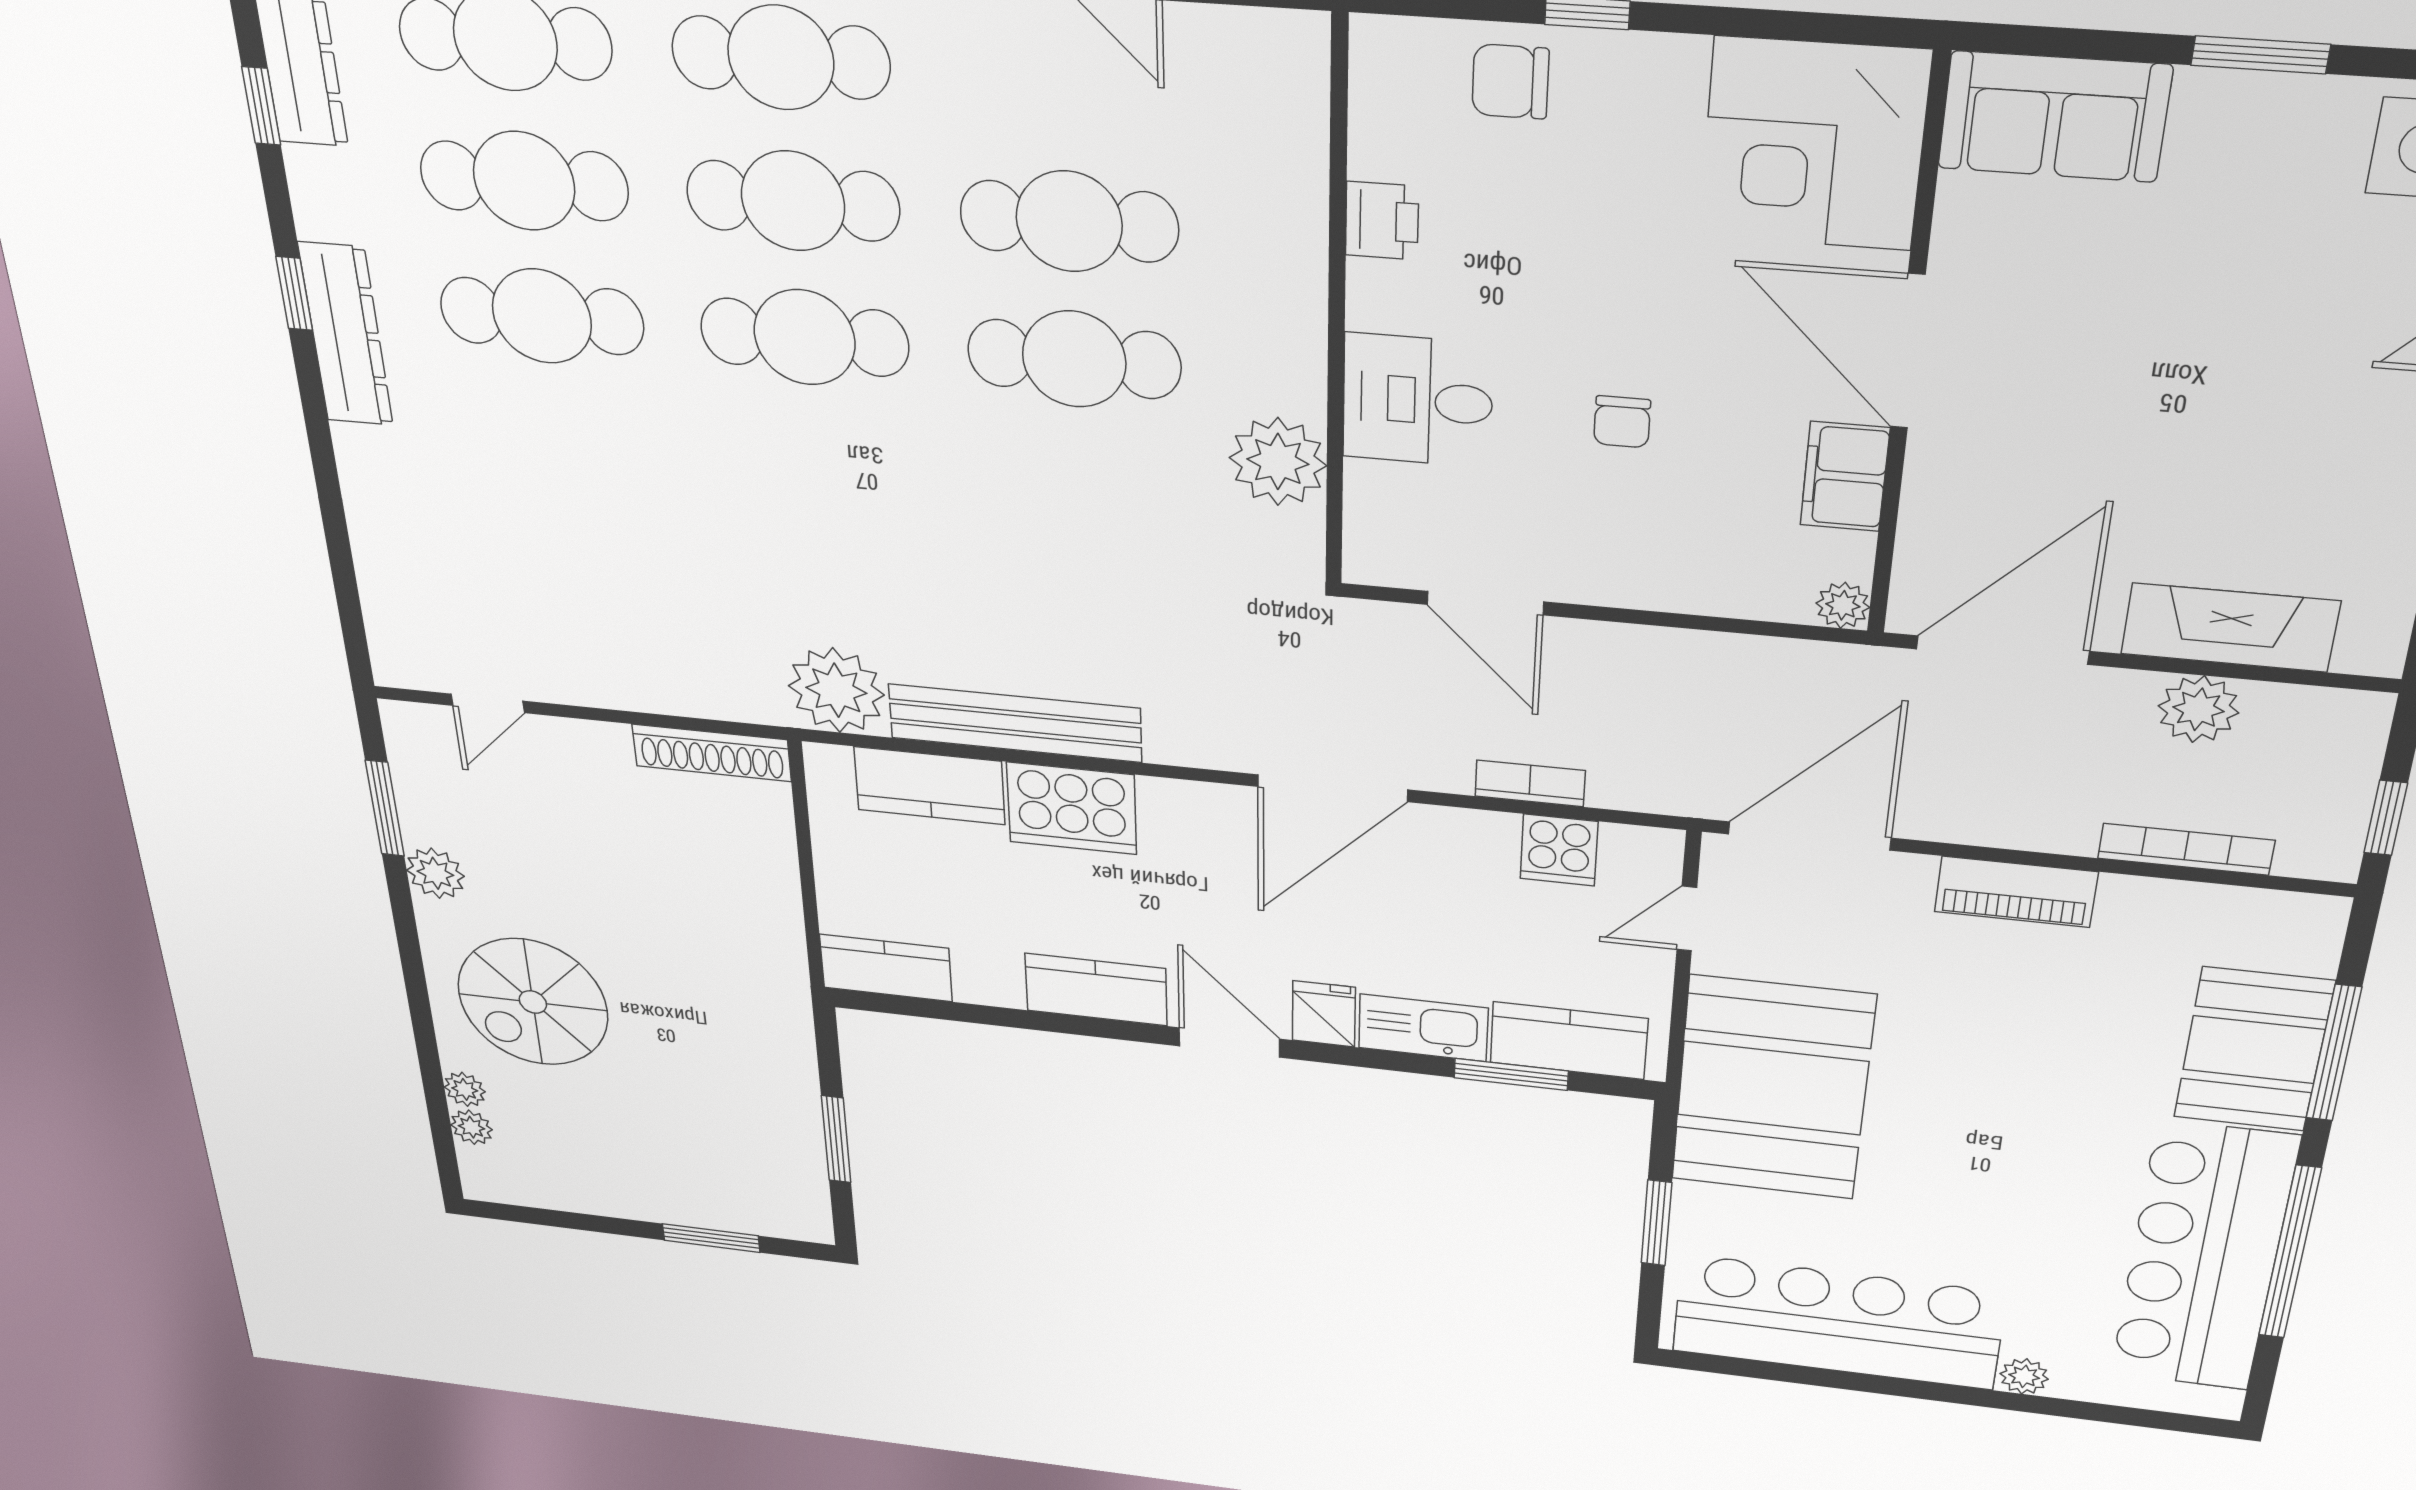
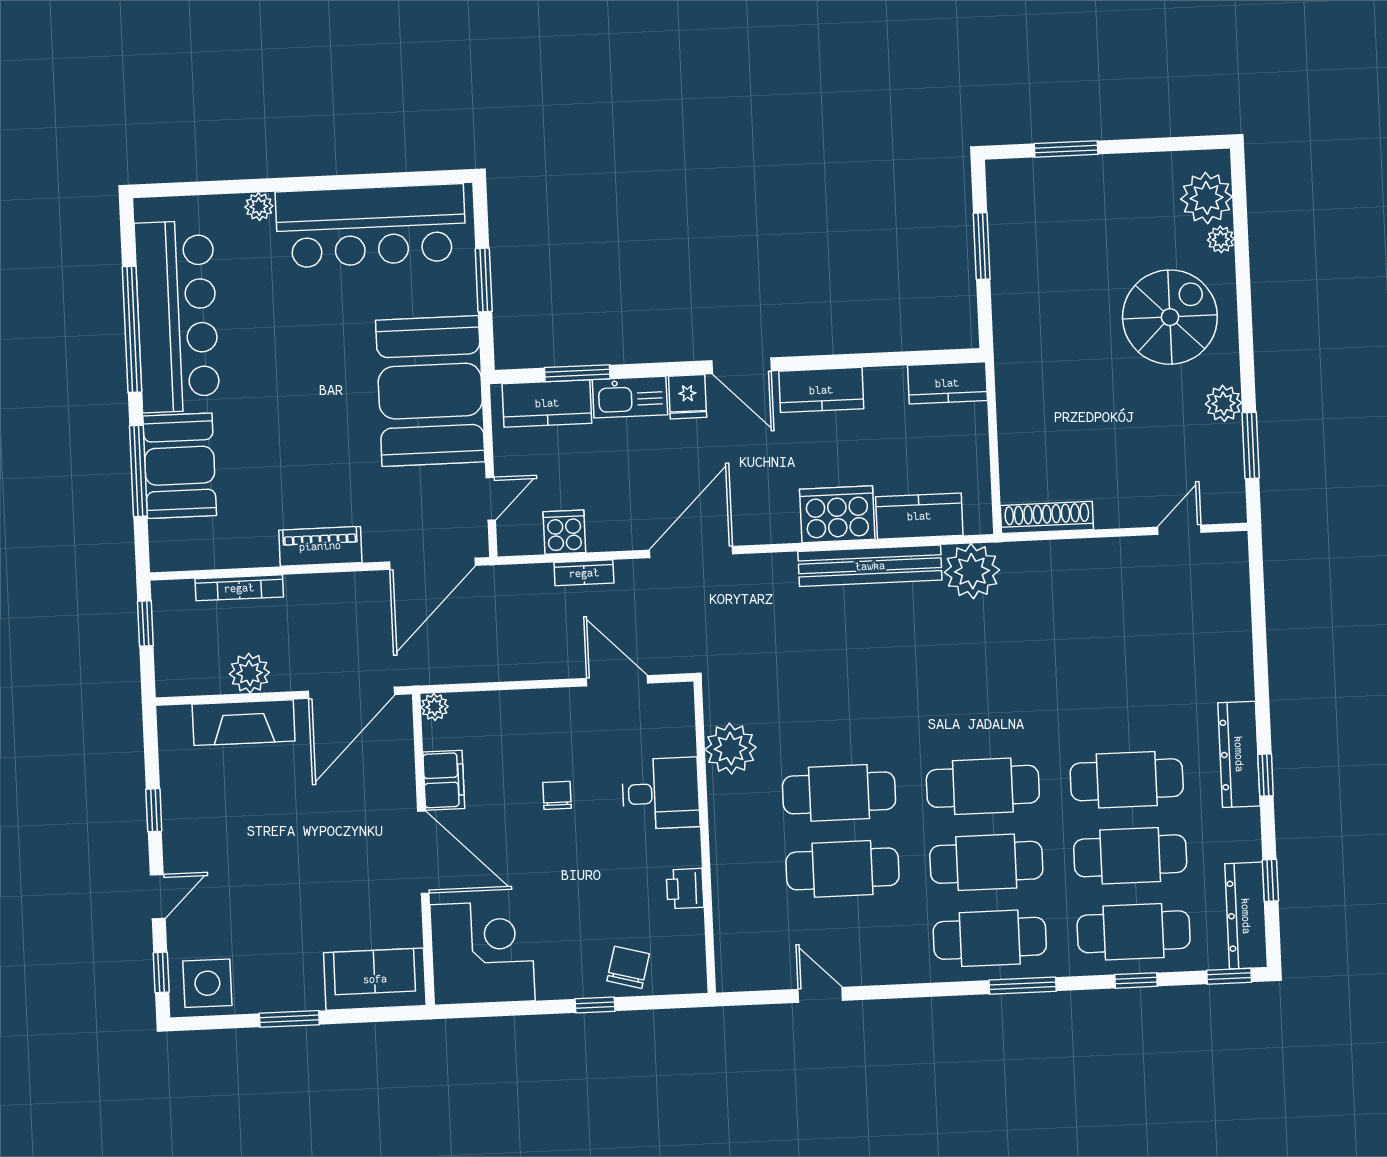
chair: (1510, 82) -> (628, 967), turned -75
plant: (472, 1127) -> (1207, 198), width x1.88, depth x1.88

